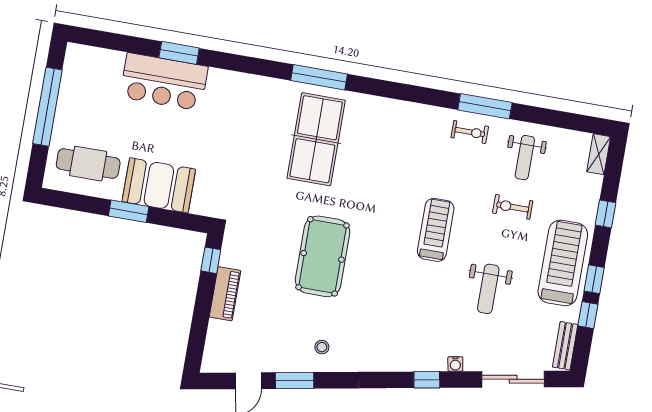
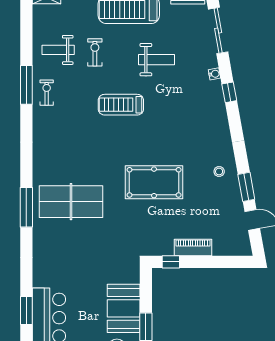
weight bench: (525, 158) -> (58, 50), turned 180
exercise bike: (513, 207) -> (95, 52), turned 180

